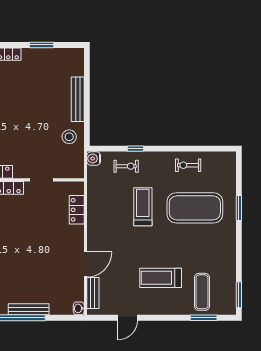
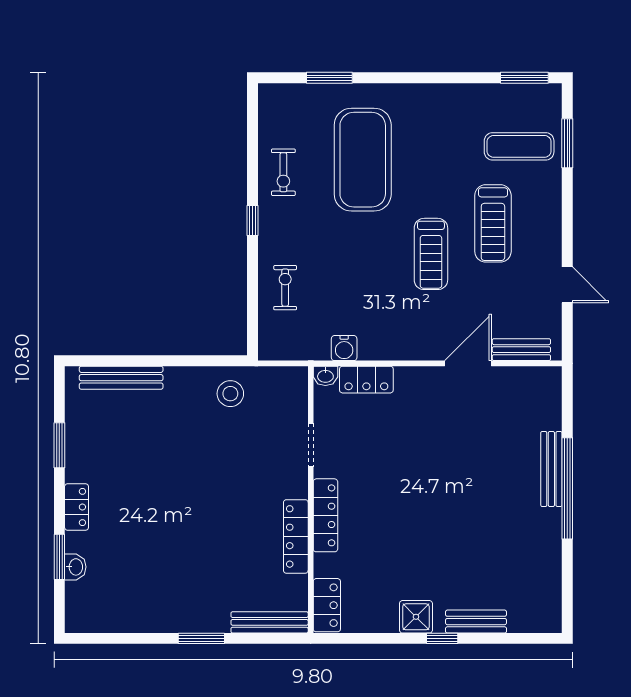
bench: (78, 99) -> (121, 378), moved
window: (136, 149) -> (252, 221), moved
water cooler: (94, 159) -> (344, 348), moved
treadmill: (143, 207) -> (431, 254), moved, turned -90
window: (239, 208) -> (329, 78), moved
door: (85, 264) -> (468, 363), hinge flipped
washbasin: (79, 308) -> (325, 376), moved

